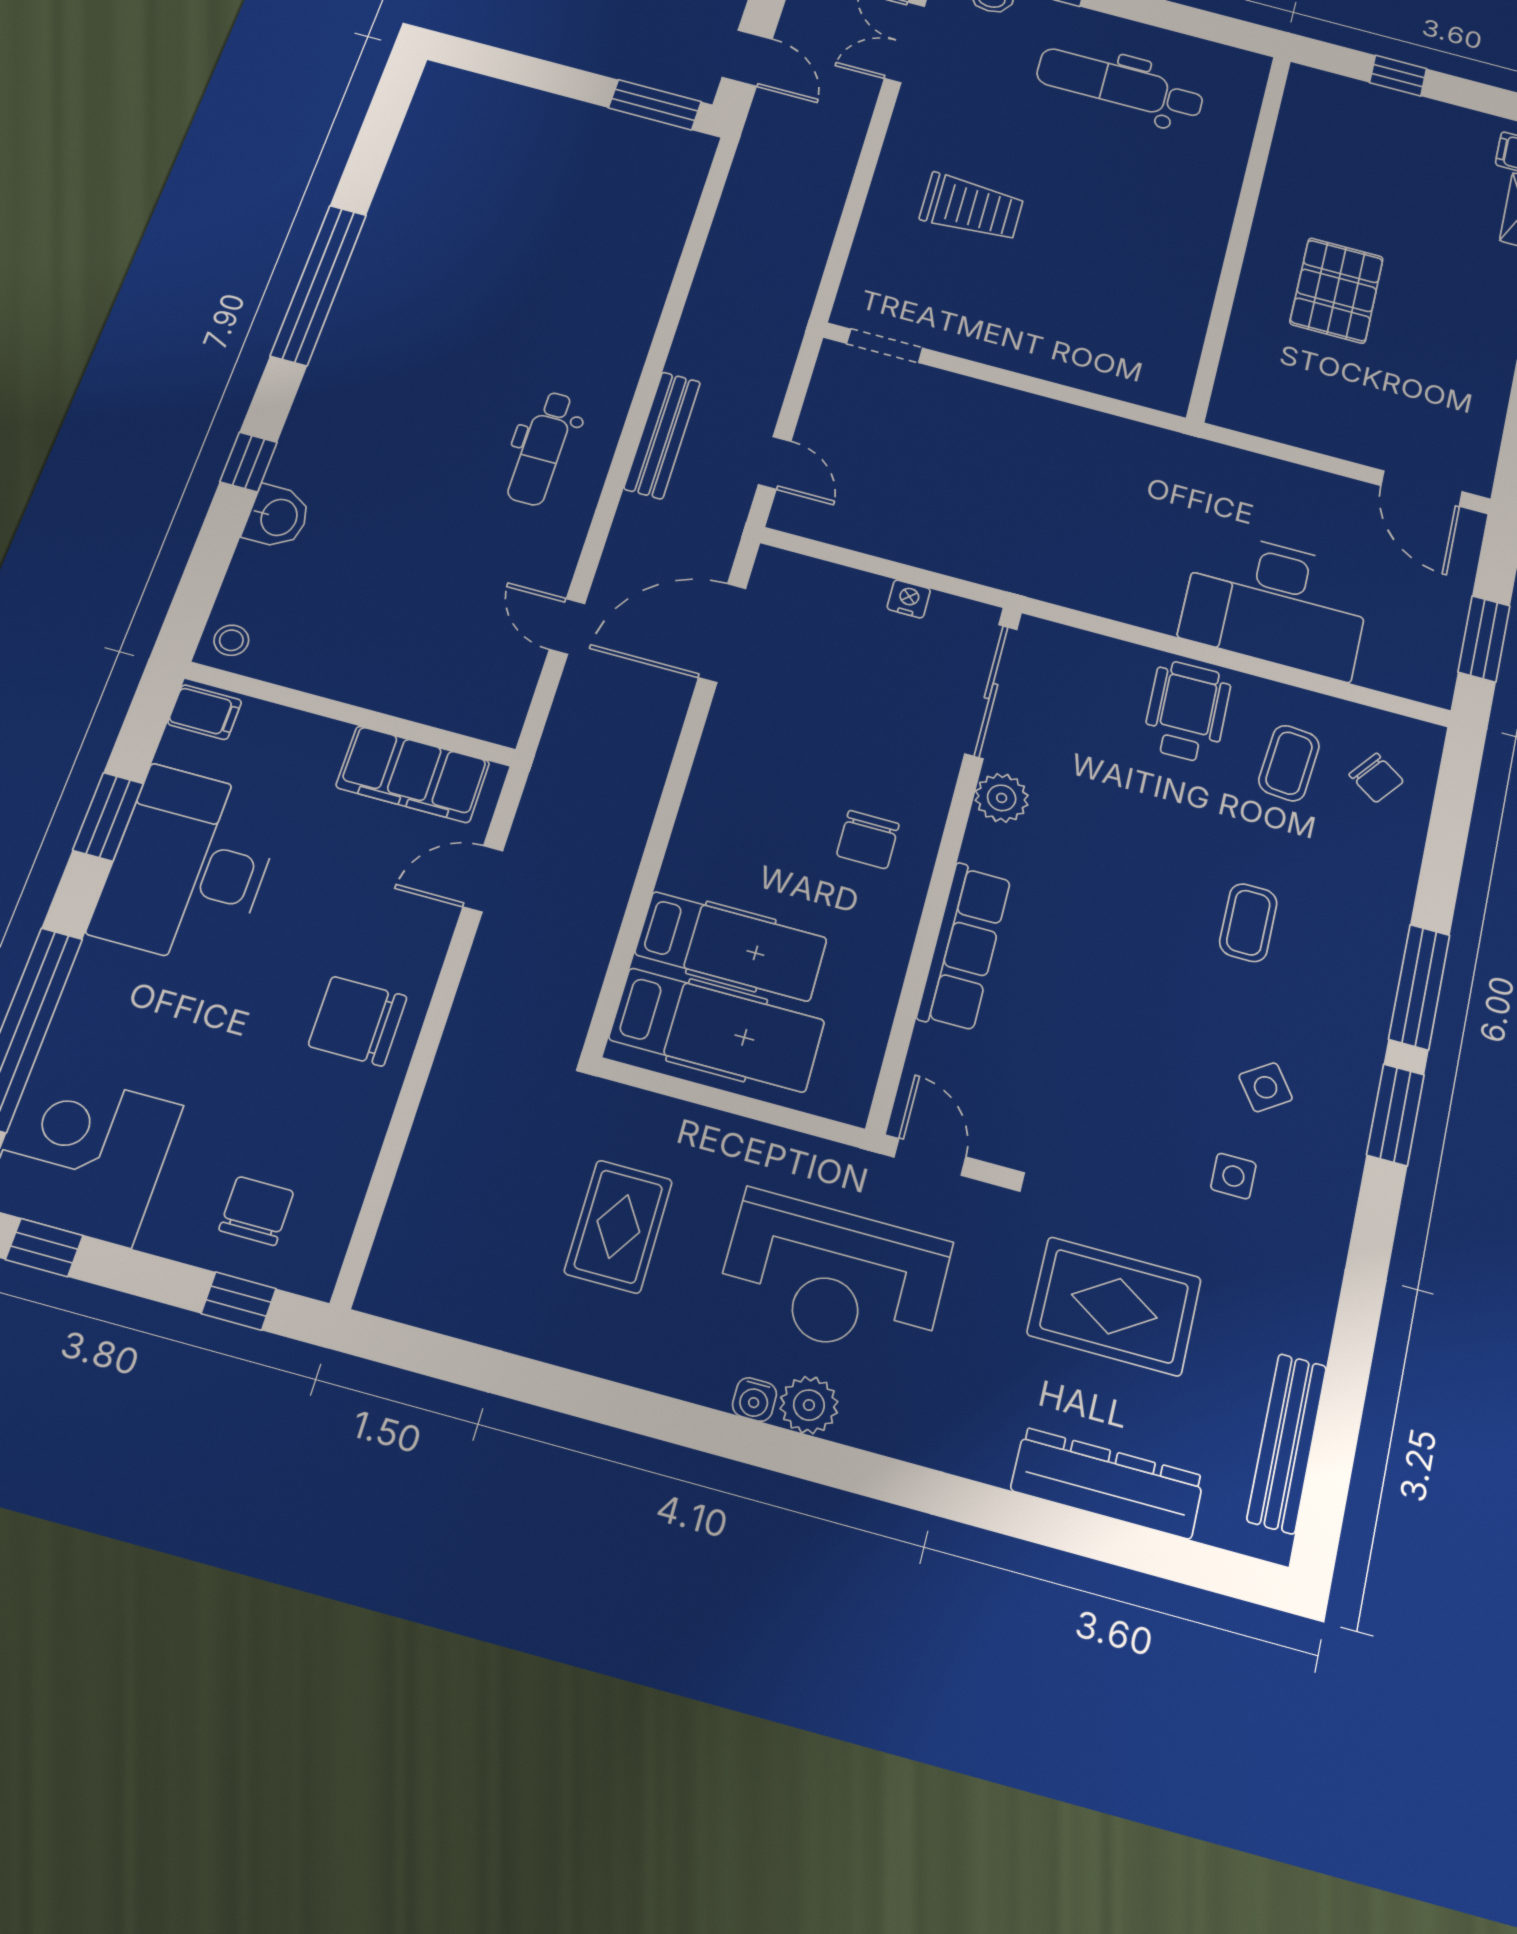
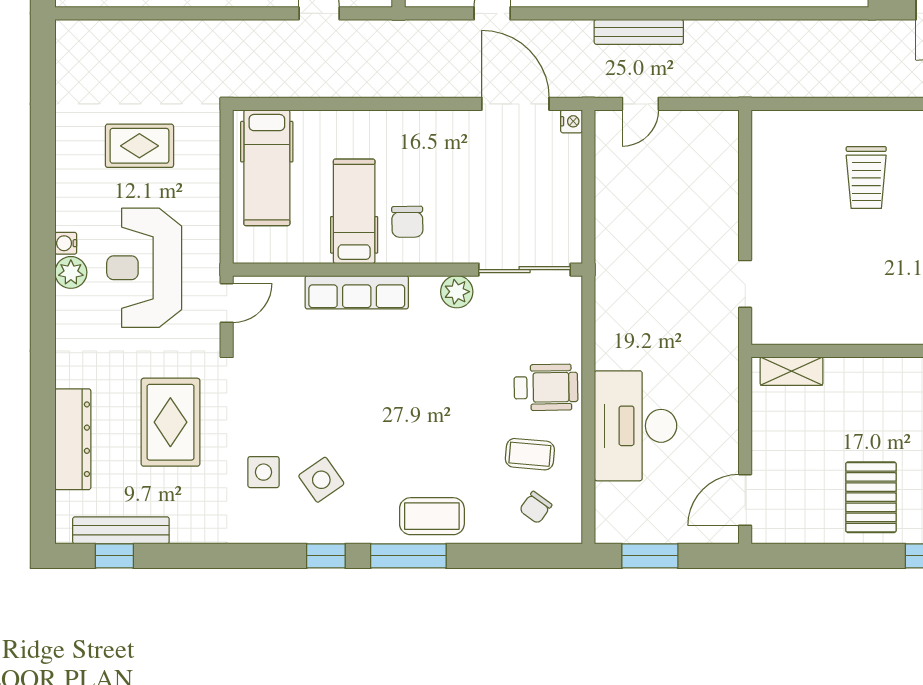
pallet: (1337, 290) -> (871, 497), moved, turned 90
doorway: (885, 346) -> (745, 284), moved
shelving: (1238, 377) -> (792, 371), added
nightstand: (909, 599) -> (571, 121), moved
chair: (868, 840) -> (407, 222), turned -91
coffee table: (1248, 923) -> (432, 516), moved, width x1.36, depth x1.30
hospital bed: (731, 946) -> (354, 211), moved, turned 180
side table: (1266, 1087) -> (321, 480), width x1.37, depth x1.37
window: (1395, 1115) -> (326, 556), width x0.67
side table: (1233, 1176) -> (263, 472), width x1.37, depth x1.37
window: (1330, 1467) -> (114, 556), added

